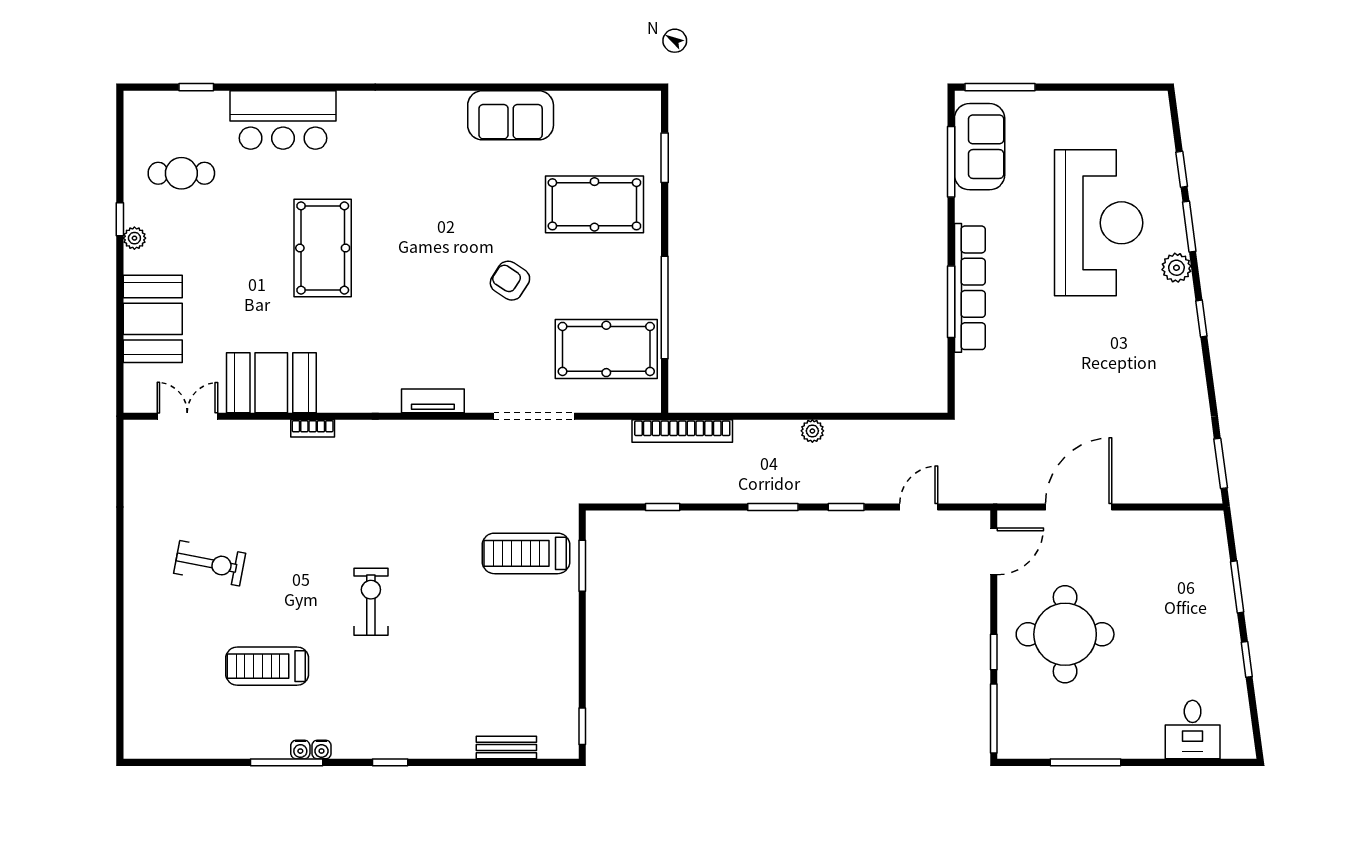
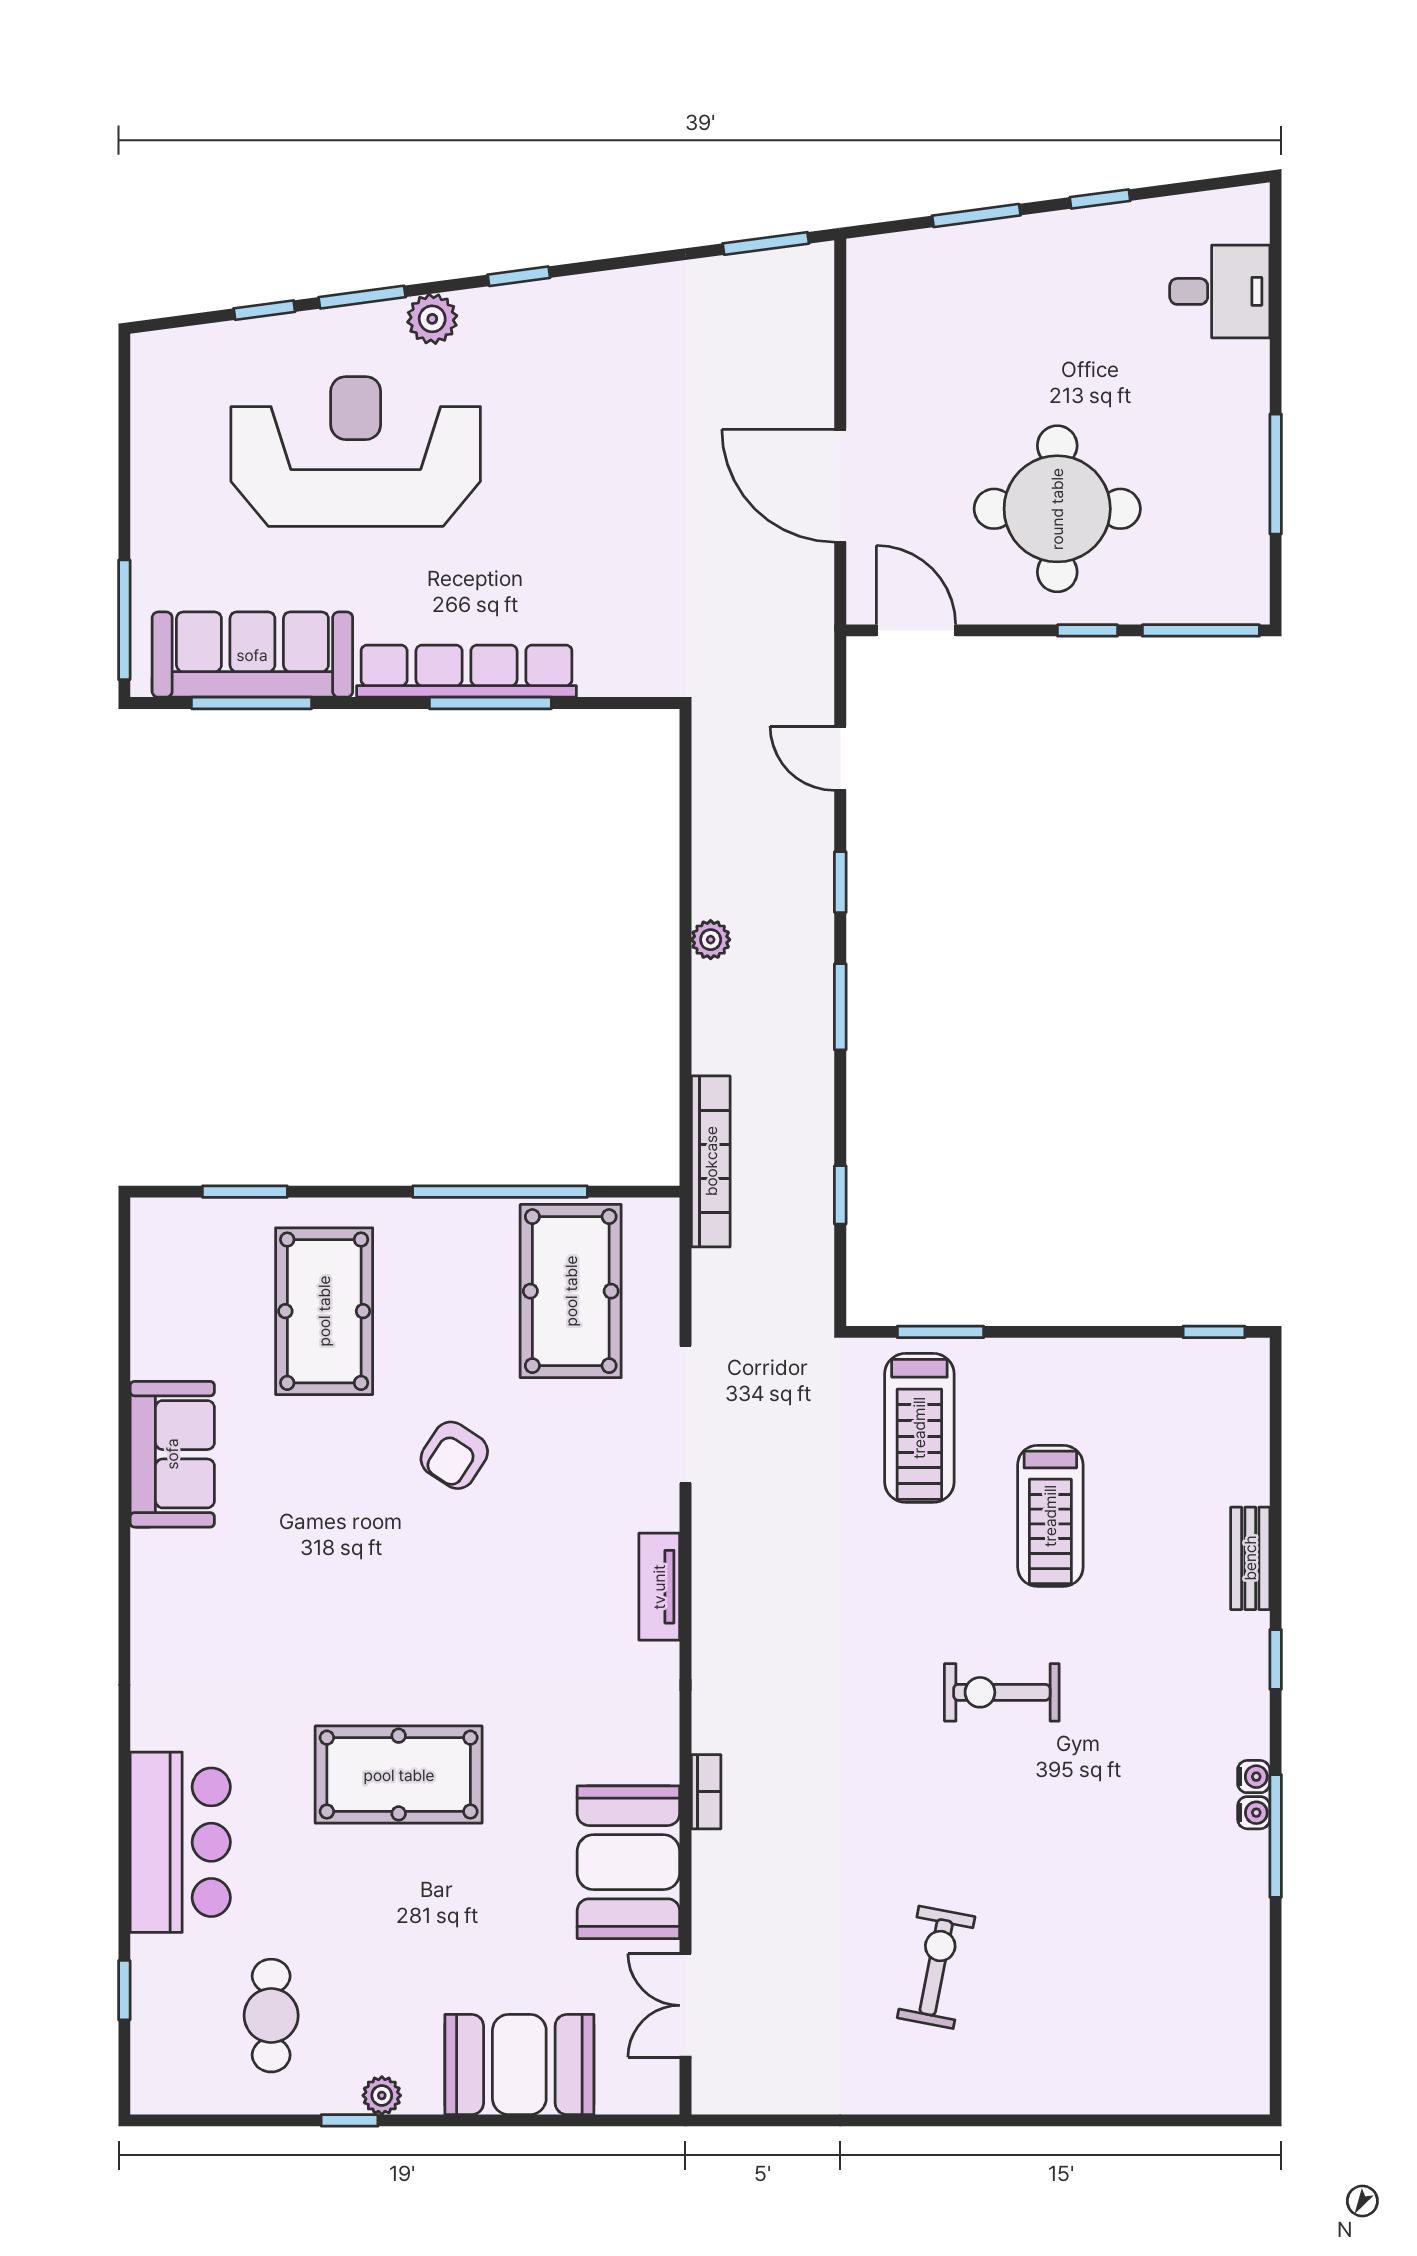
sofa: (980, 147) -> (252, 655), width x1.36
treadmill: (267, 666) -> (1050, 1516), moved
bench: (506, 747) -> (1250, 1558), moved

